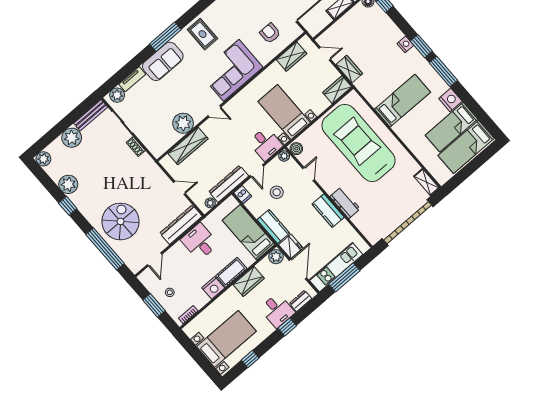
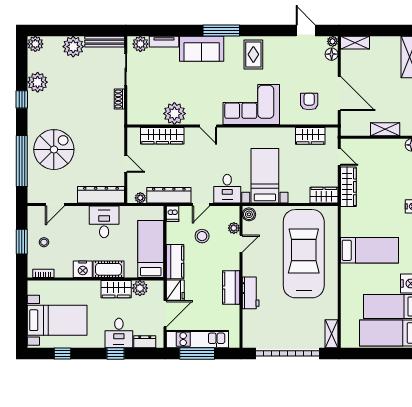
wardrobe: (349, 69) -> (348, 187), width x1.50
plant: (284, 156) -> (234, 228), moved
plant: (276, 257) -> (140, 288), moved

